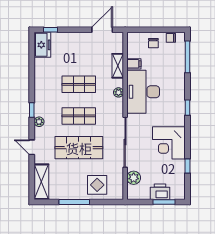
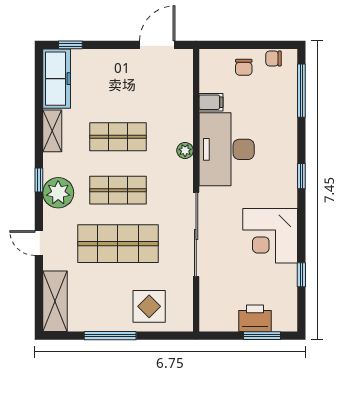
freezer: (42, 45) -> (57, 79), width x1.40
shelving: (118, 66) -> (52, 131), moved
plant: (39, 122) -> (58, 193), width x1.88, depth x1.88
plant: (134, 178) -> (211, 294), removed

